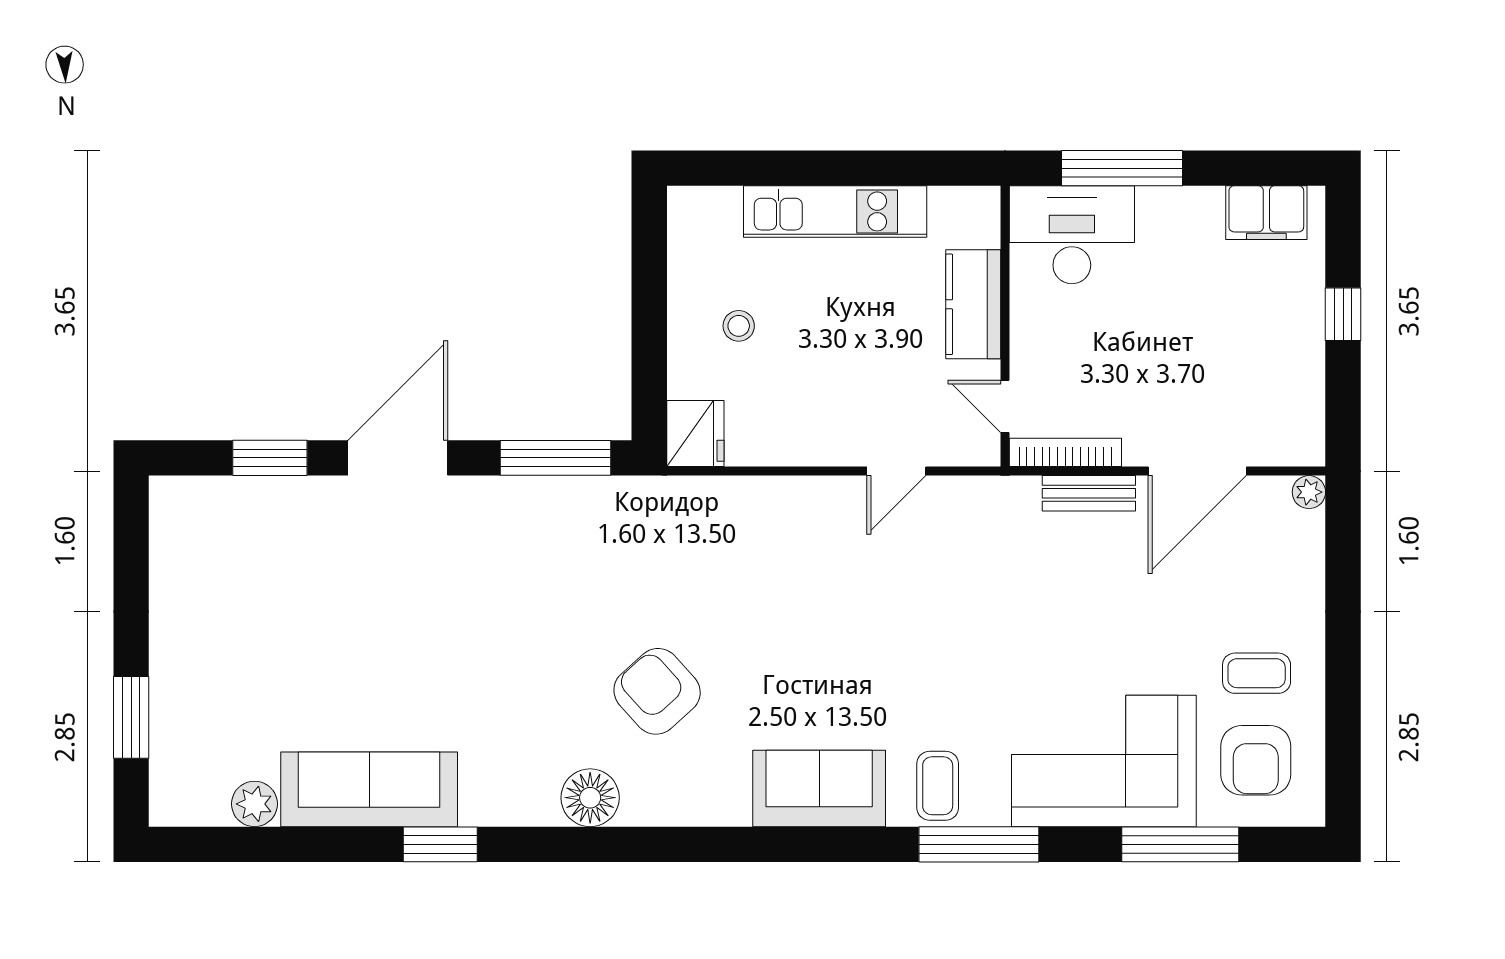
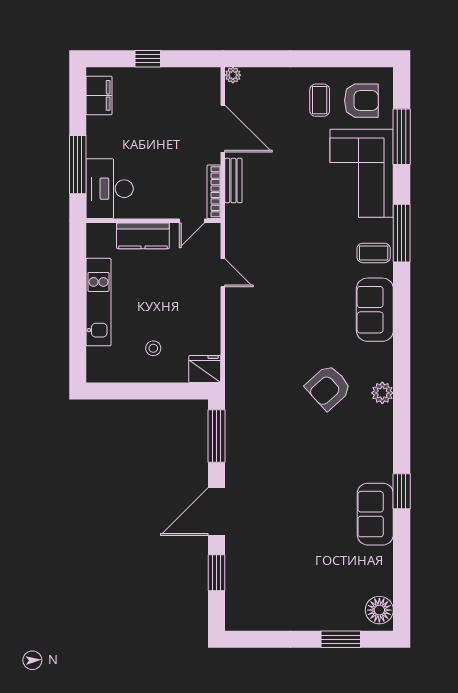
door: (398, 458) -> (217, 512), hinge flipped
sofa: (369, 789) -> (375, 514), width x0.73
floor lamp: (590, 798) -> (379, 610), moved
plant: (254, 804) -> (382, 393), moved

